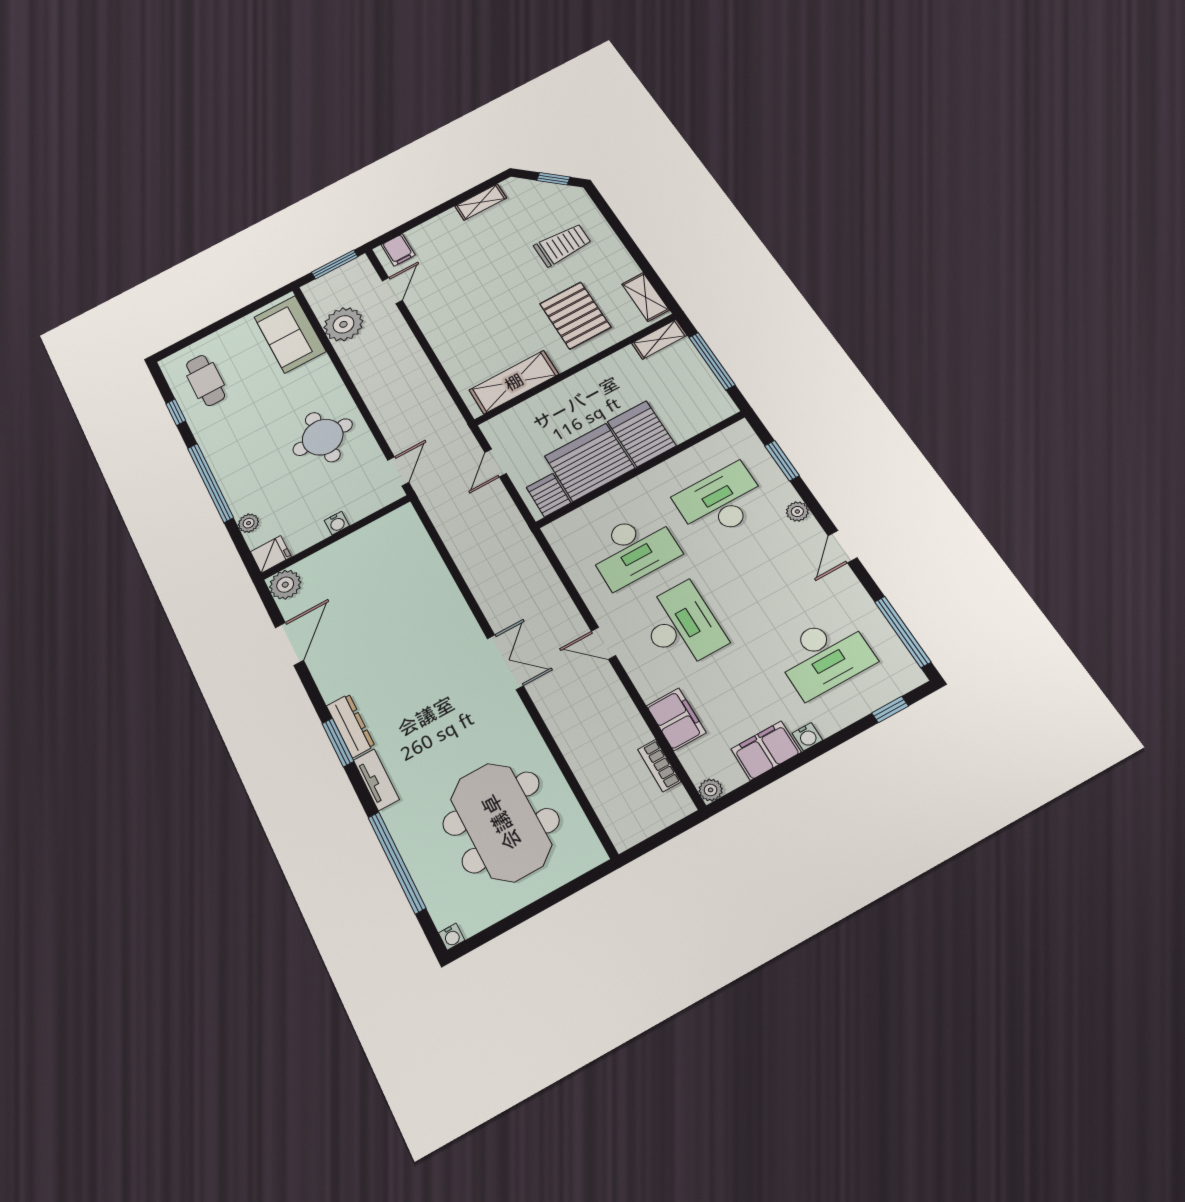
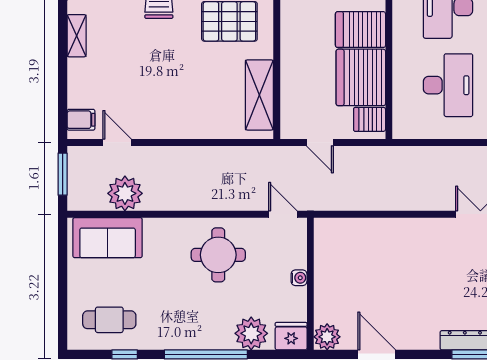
plant: (249, 523) -> (251, 333), width x1.88, depth x1.88
fridge: (271, 554) -> (291, 336), width x1.38

